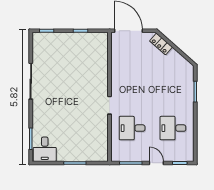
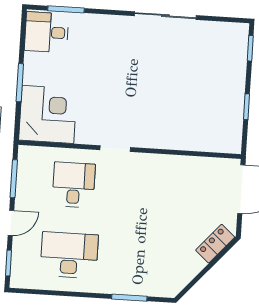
desk: (173, 128) -> (69, 255), width x1.37
corner desk: (92, 146) -> (48, 114), added

